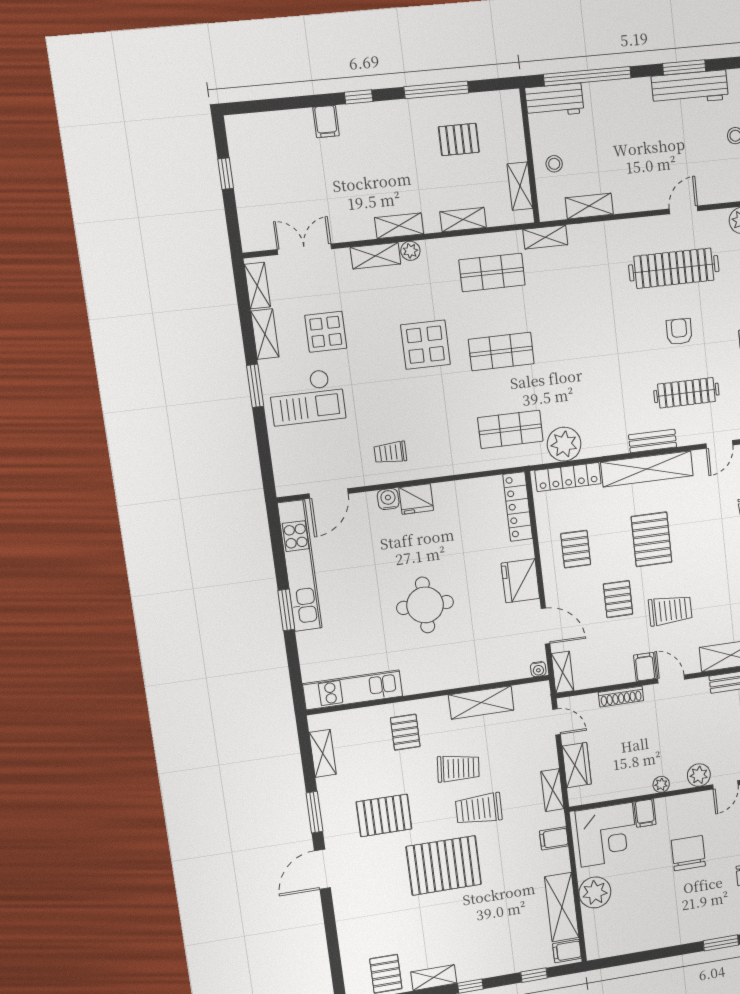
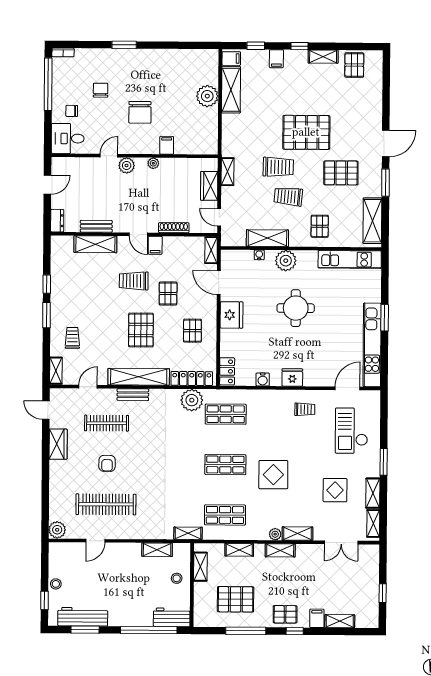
shelving: (288, 120) -> (340, 621), added
pallet: (378, 123) -> (285, 614), added
pallet: (459, 139) -> (236, 599), width x1.50, depth x1.42
checkout: (307, 397) -> (351, 431), moved, turned -90
water cooler: (388, 499) -> (263, 379), moved
locker: (518, 507) -> (227, 371), width x0.66
water cooler: (538, 669) -> (259, 255), moved
plant: (449, 674) -> (286, 261), added
shelving: (323, 753) -> (372, 221), width x1.50, depth x1.33
corner desk: (607, 835) -> (194, 135), removed
filing cabinet: (554, 838) -> (276, 59), moved, turned 90

